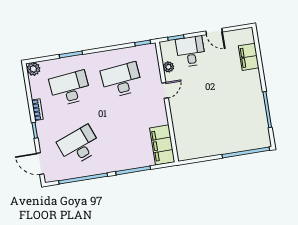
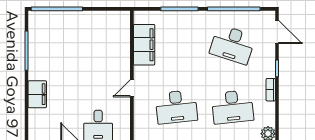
filing cabinet: (249, 57) -> (37, 94), moved
plant: (168, 67) -> (124, 113), removed
desk: (79, 145) -> (233, 45), turned 39
filing cabinet: (162, 145) -> (144, 45), moved

